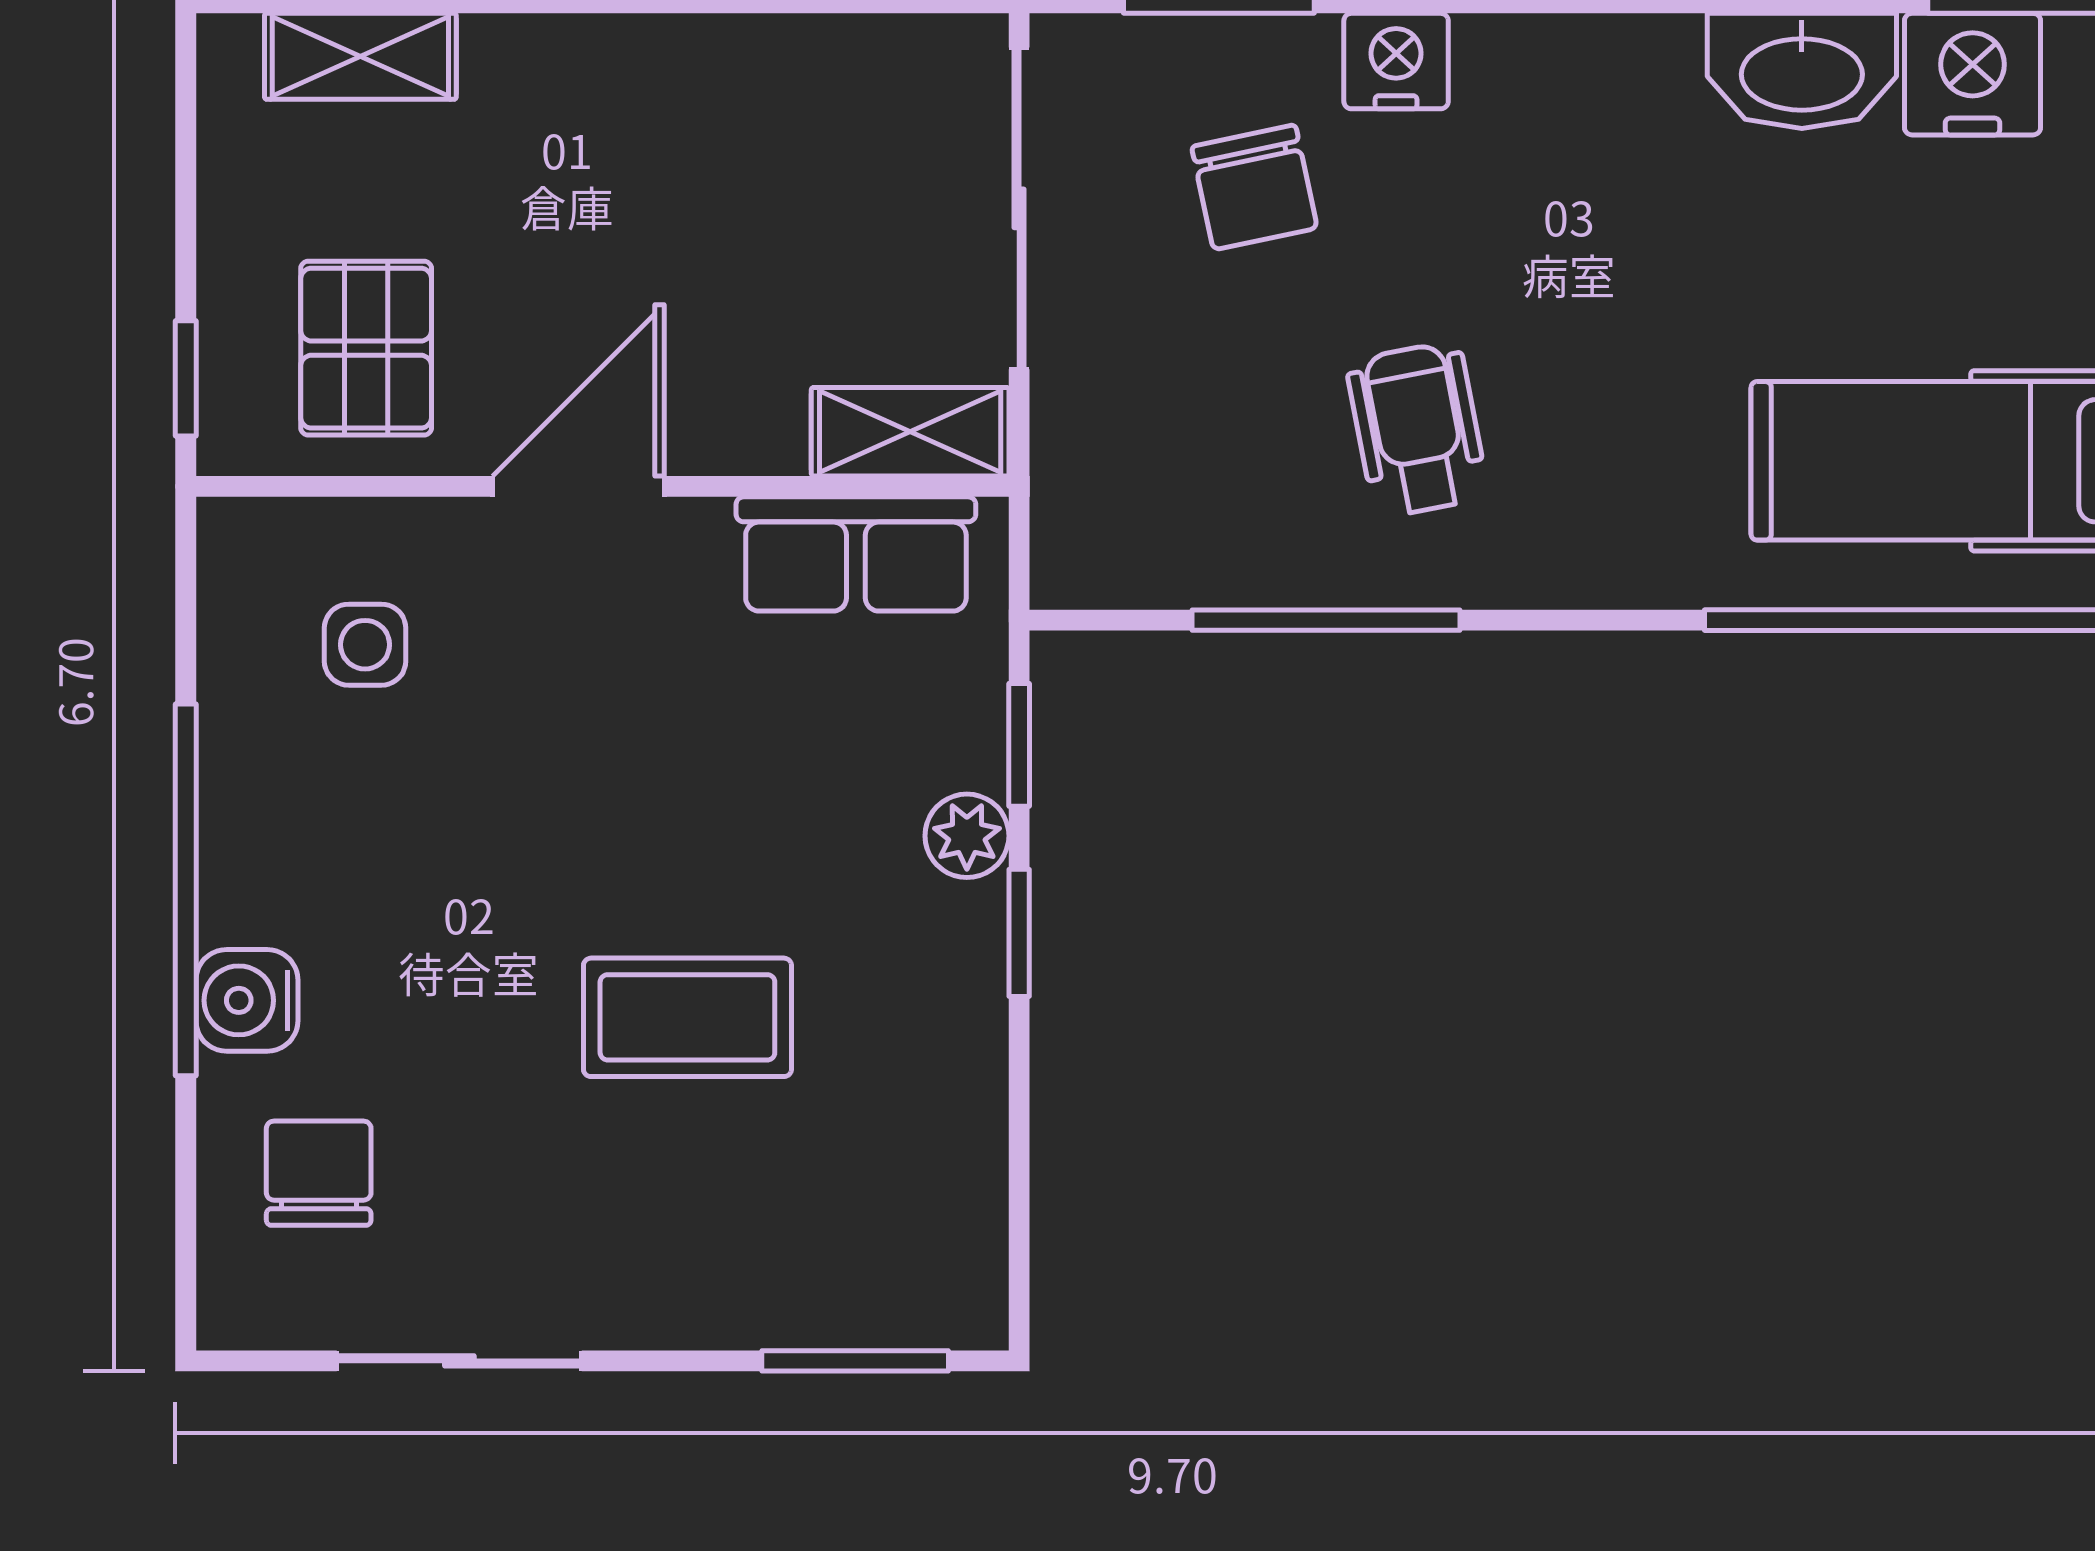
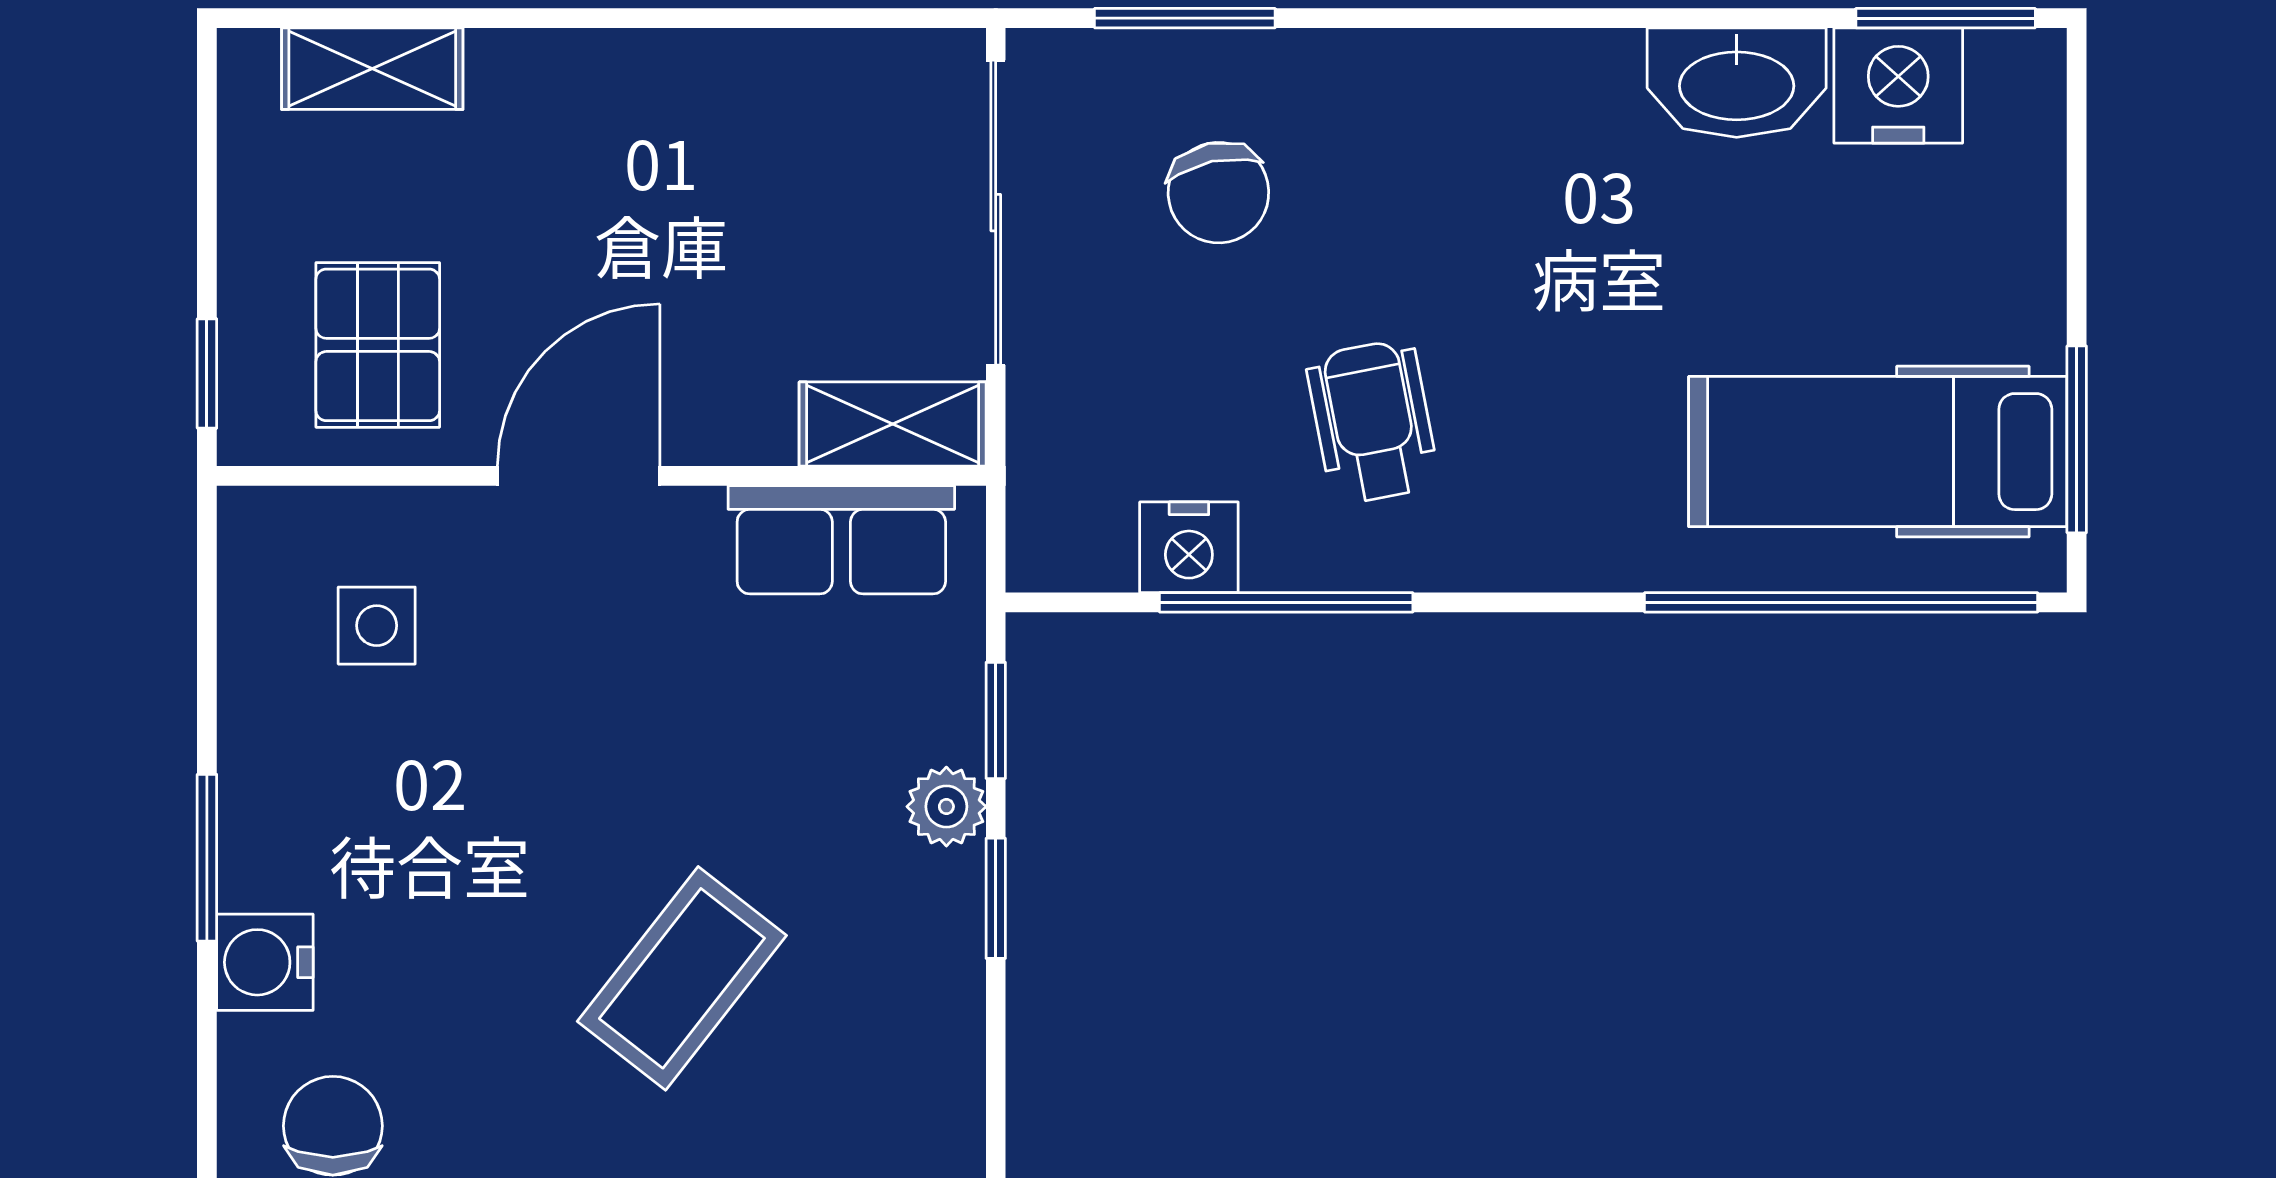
nightstand: (1396, 61) -> (1189, 547), moved, turned 180
window: (186, 890) -> (207, 858), width x0.47
coffee table: (687, 1017) -> (682, 978), turned -52

